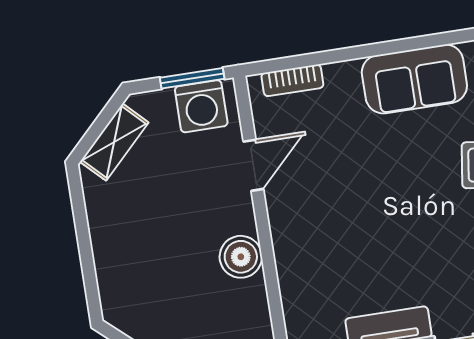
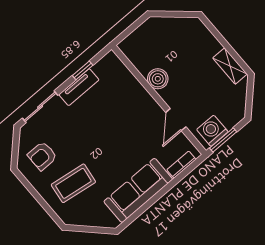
sofa: (414, 79) -> (138, 190), width x1.36
shelving: (114, 142) -> (230, 66), moved, turned -45

